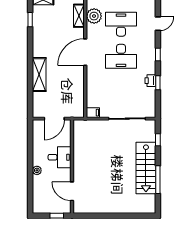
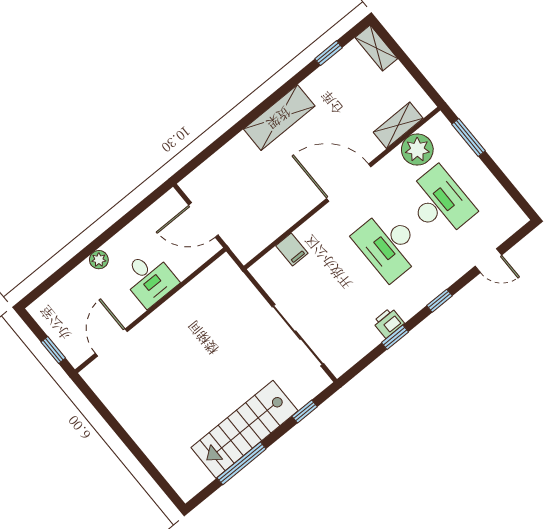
shelving: (39, 75) -> (279, 118), moved
filing cabinet: (93, 113) -> (292, 249), moved

